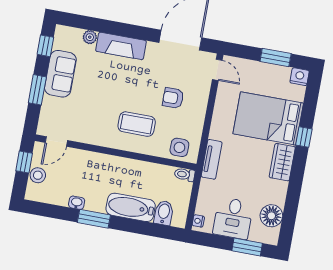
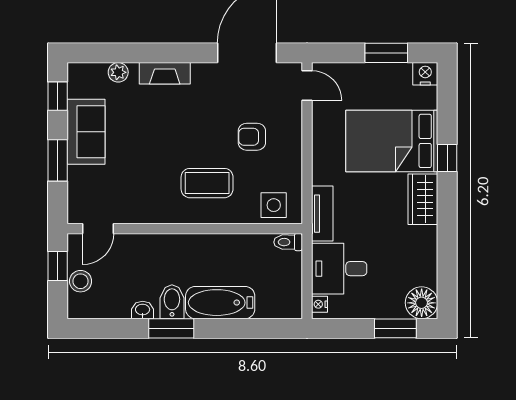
fireplace: (121, 46) -> (165, 73), width x0.73, depth x0.76
bidet: (164, 213) -> (172, 302), moved
floor lamp: (271, 216) -> (422, 303), moved
desk: (233, 218) -> (339, 269), moved, turned 90

